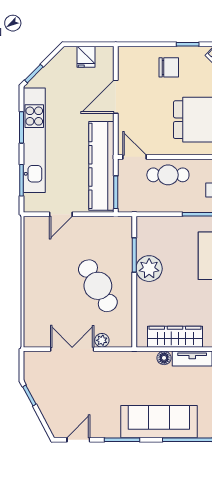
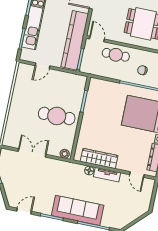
plant: (149, 269) -> (91, 112), removed
cafe table: (98, 286) -> (57, 116), turned -60
plant: (102, 340) -> (65, 154), moved

